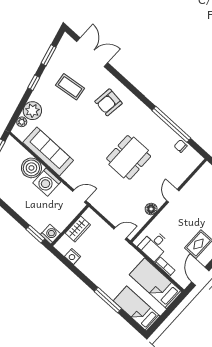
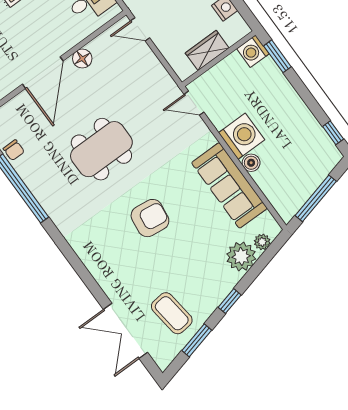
coffee table: (70, 87) -> (172, 313), moved
armchair: (108, 102) -> (150, 218), moved
boiler: (31, 168) -> (251, 163), width x0.54, depth x0.54
door: (173, 196) -> (43, 73), width x1.87

